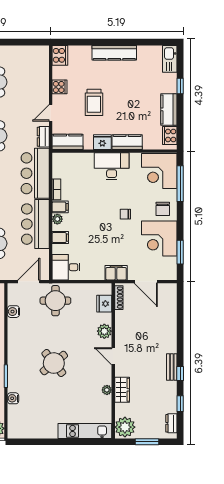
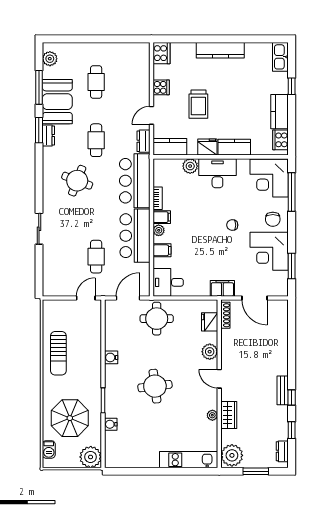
plant: (86, 160) -> (190, 166), added
water cooler: (13, 312) -> (111, 357), moved
round table: (54, 363) -> (155, 386), turned 32

